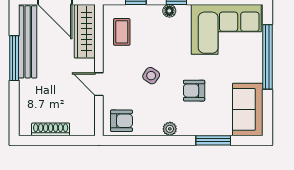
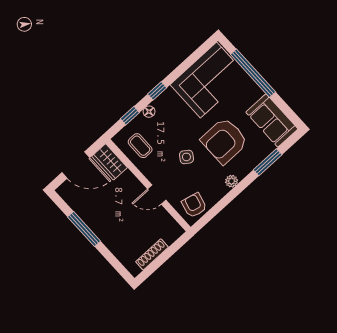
floor lamp: (169, 11) -> (149, 112), moved
wardrobe: (85, 31) -> (110, 162), width x0.67
bench: (28, 42) -> (83, 210), removed
armchair: (194, 91) -> (224, 141), width x1.88, depth x1.88
armchair: (121, 121) -> (194, 205), turned -76

